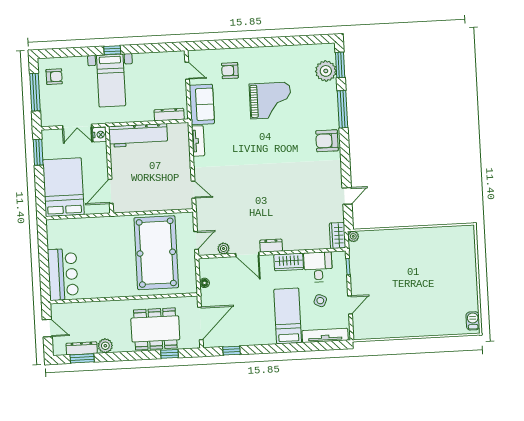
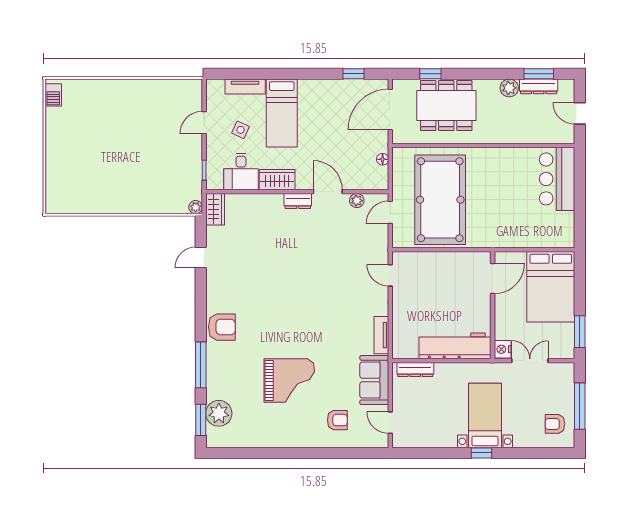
grand piano: (270, 101) -> (289, 380), turned 180
tv unit: (325, 335) -> (245, 87), width x0.71

